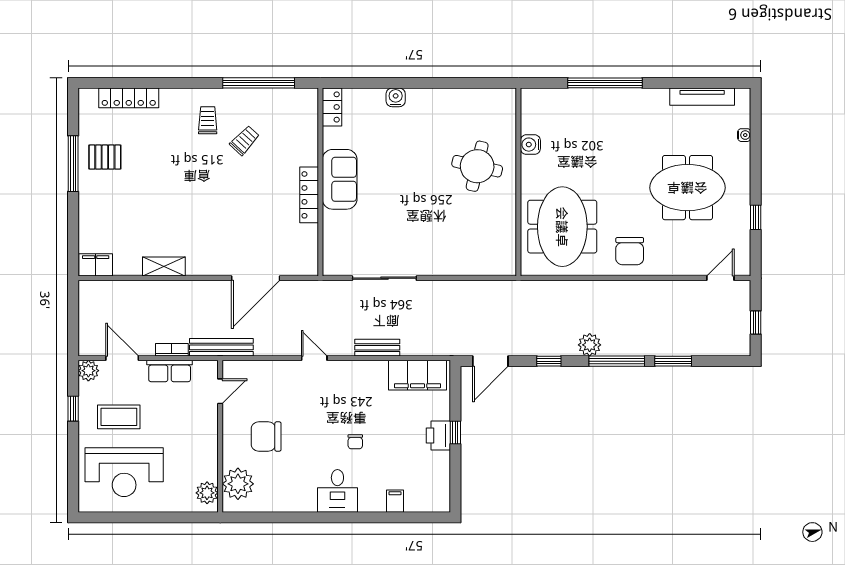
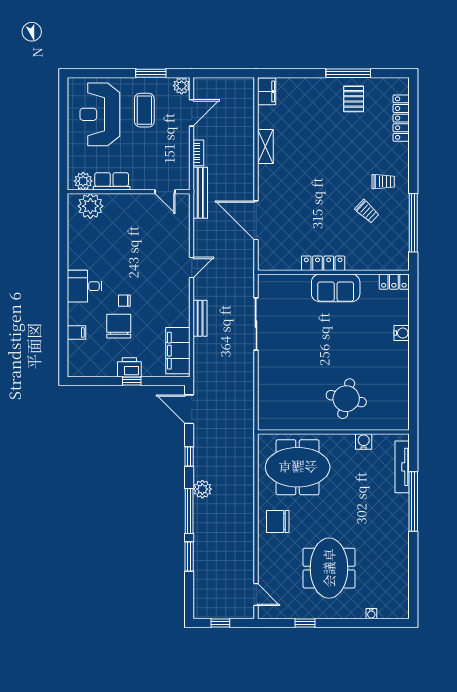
tv unit: (702, 97) -> (402, 467), moved
row of seats: (170, 371) -> (112, 181), moved, turned 90
window: (73, 409) -> (151, 73), width x1.50
chair: (266, 437) -> (119, 326), moved

